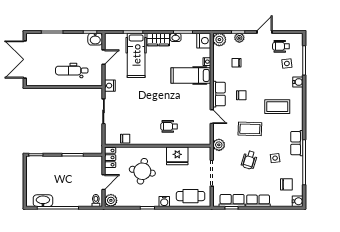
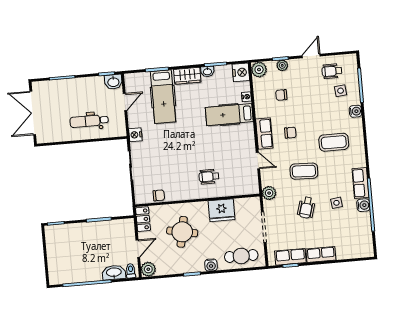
chair: (286, 184) -> (352, 232), removed
washbasin: (43, 201) -> (114, 273), moved
water cooler: (298, 201) -> (363, 205), moved

